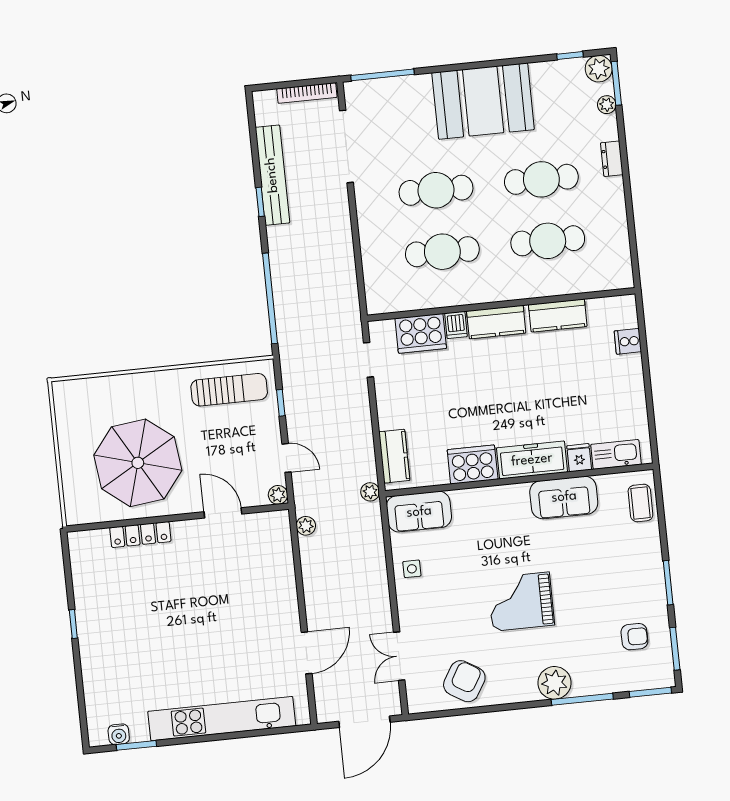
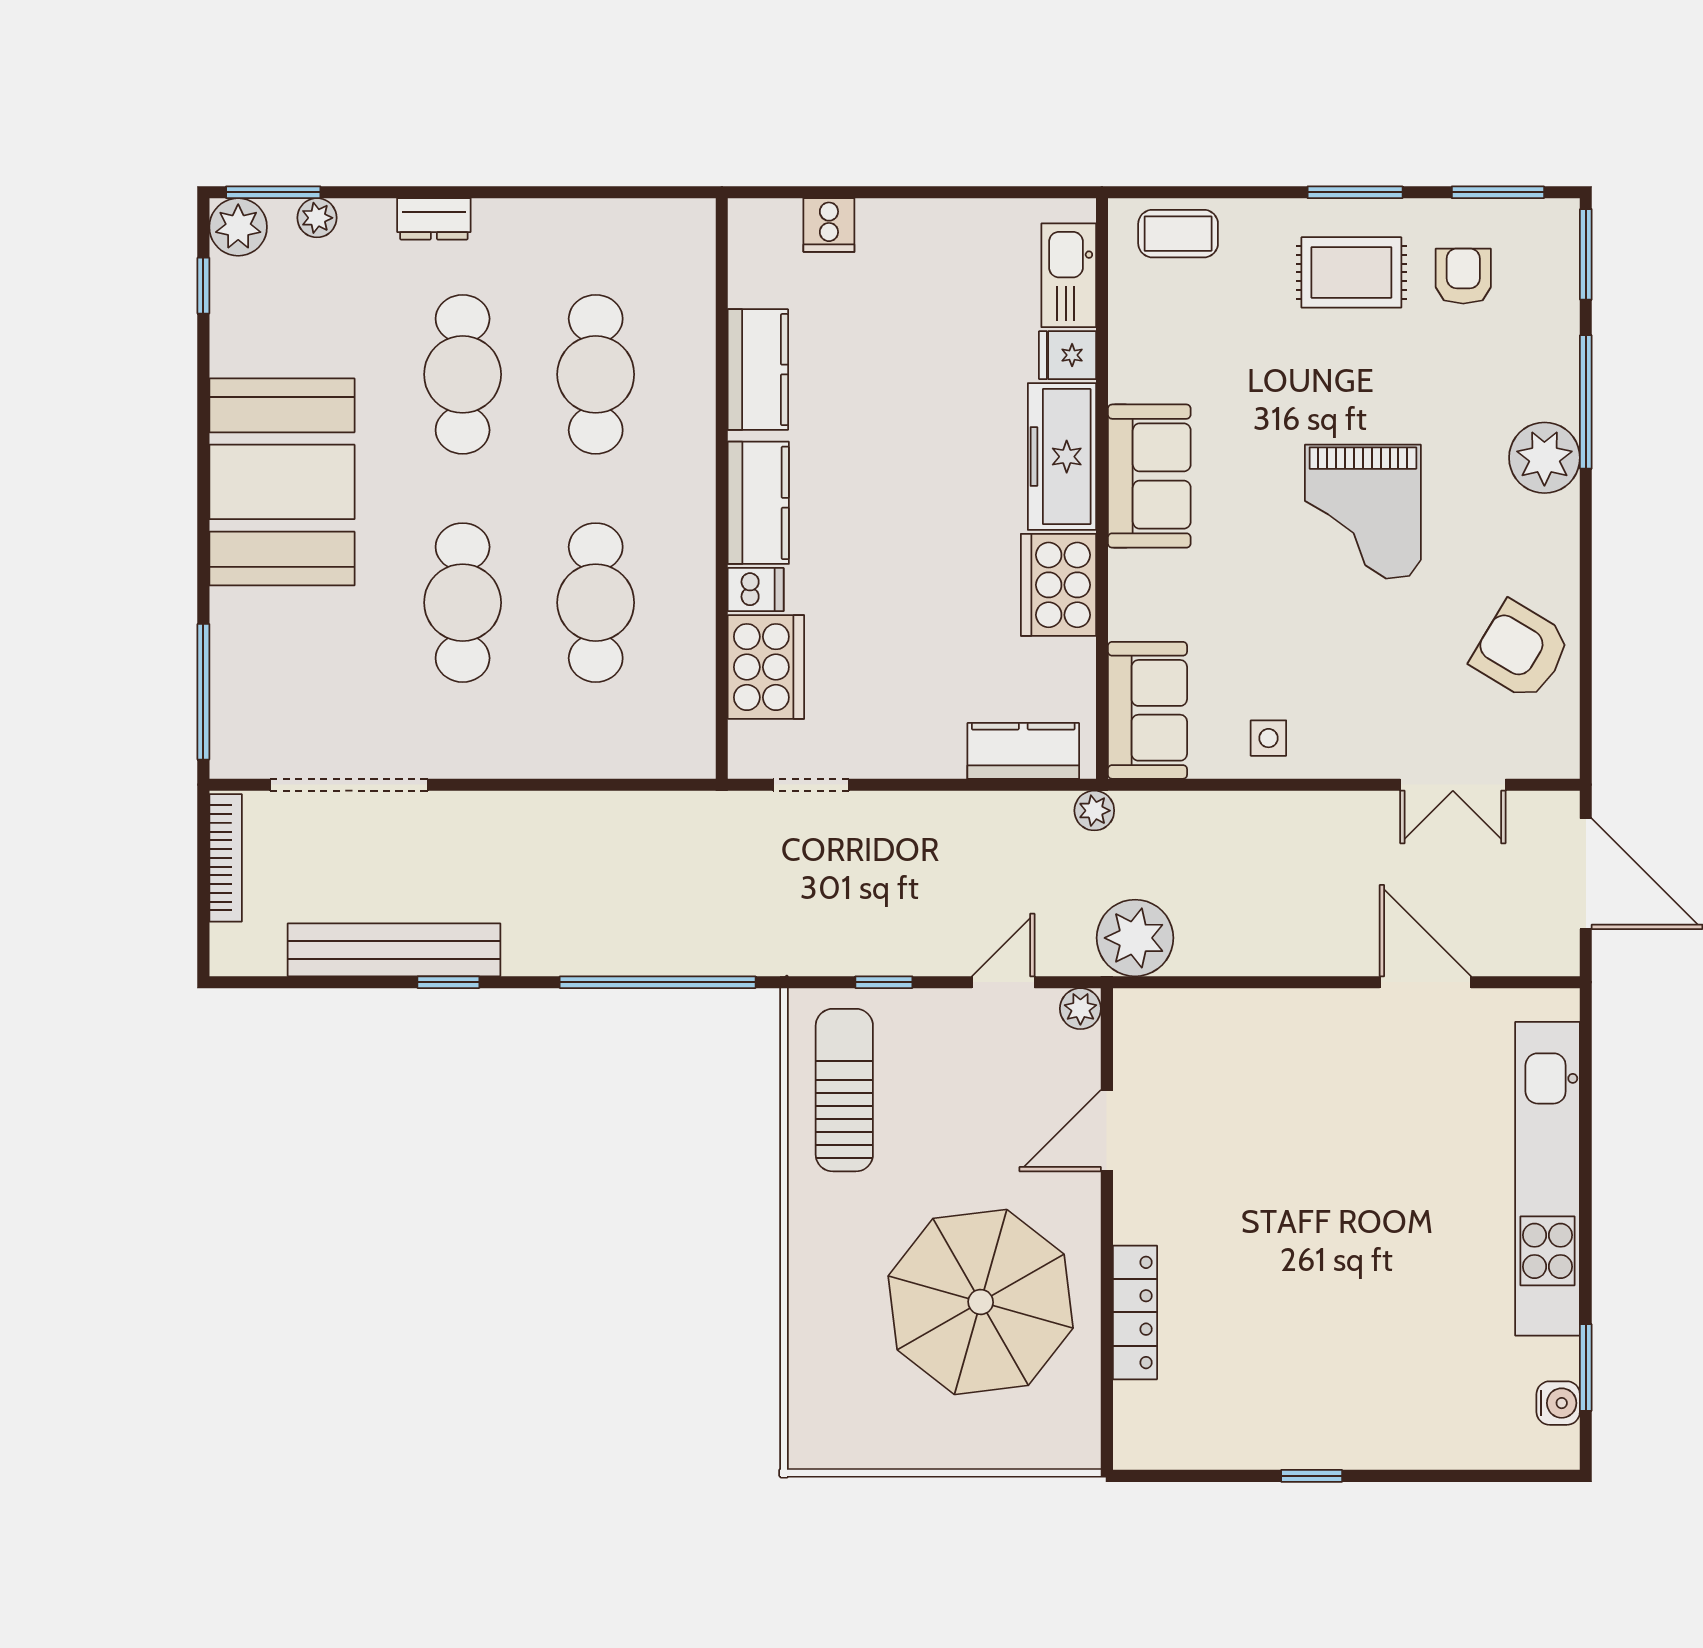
sofa: (564, 497) -> (1149, 476), moved
plant: (306, 526) -> (1135, 938), width x1.87, depth x1.87
rug: (631, 585) -> (1351, 272), added

